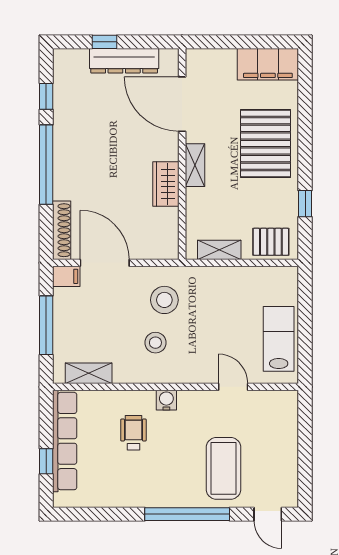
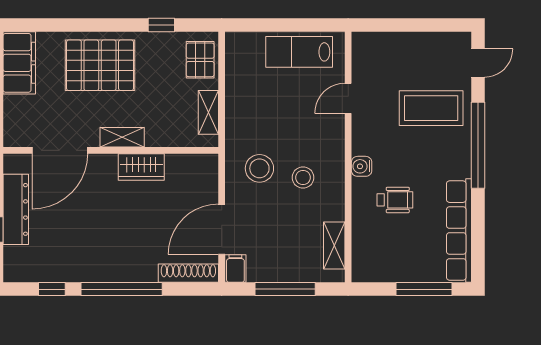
wheelchair: (133, 433) -> (395, 200), turned 180
row of seats: (65, 441) -> (459, 231), moved, turned -90
window: (46, 461) -> (424, 289), width x2.17

